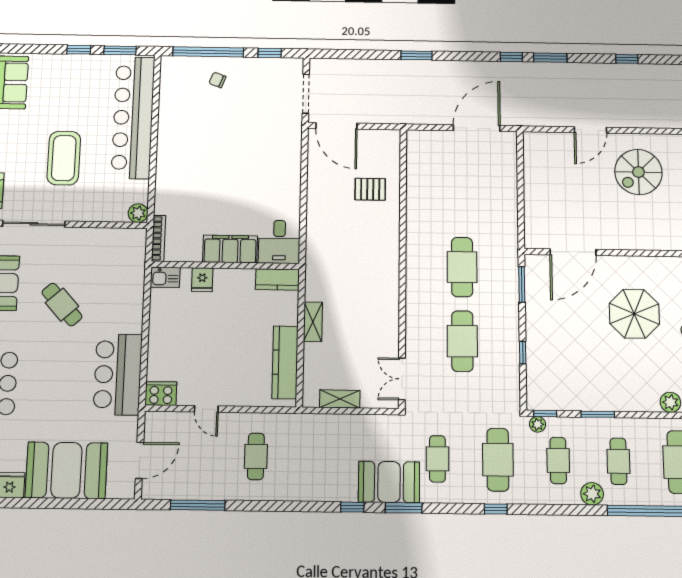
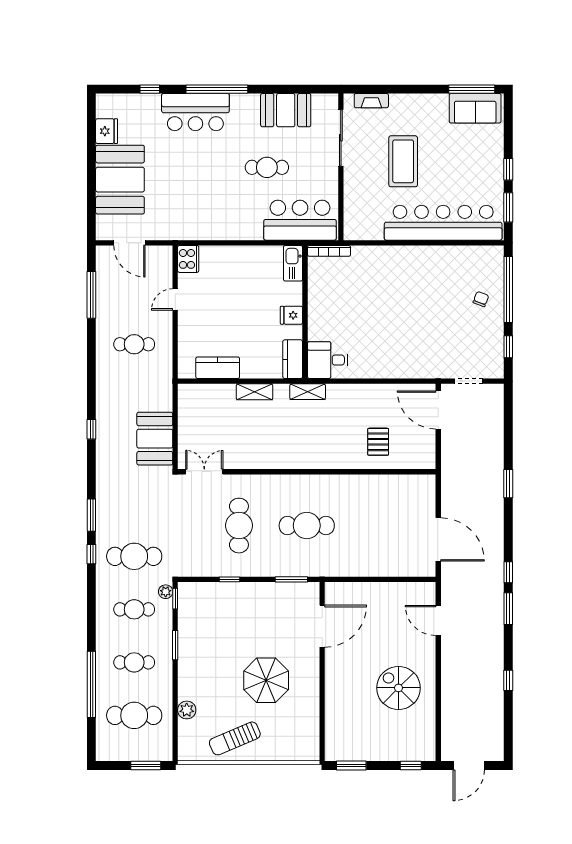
doorway: (306, 94) -> (469, 381), width x0.73
door: (336, 126) -> (438, 410), hinge flipped
door: (590, 130) -> (438, 620), moved
coffee table: (64, 158) -> (403, 161), turned 90
plant: (138, 213) -> (352, 231), removed
filing cabinet: (230, 249) -> (320, 316), removed
door: (573, 252) -> (322, 626), swing flipped
kitchen sink: (165, 277) -> (293, 263), width x1.38
fridge: (202, 280) -> (291, 315), moved
cafe table: (62, 305) -> (267, 167), turned 42
cafe table: (462, 341) -> (239, 526), turned 90
kitchen counter: (285, 362) -> (218, 368), width x0.67
bar counter: (118, 374) -> (300, 220), moved
shelving: (340, 399) -> (308, 392), moved, turned 90
cafe table: (437, 459) -> (134, 503), removed
booth: (389, 482) -> (155, 439), moved
plant: (592, 494) -> (106, 639), removed
window: (404, 508) -> (91, 515), moved

